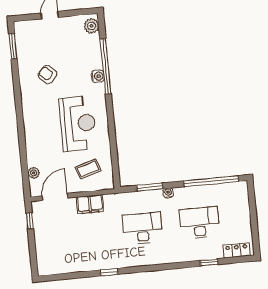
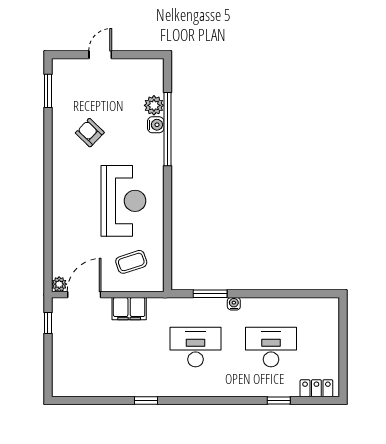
plant: (91, 26) -> (154, 105), moved
water cooler: (98, 76) -> (156, 125), moved
plant: (34, 173) -> (59, 284), moved
window: (211, 181) -> (292, 294), removed

